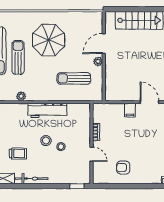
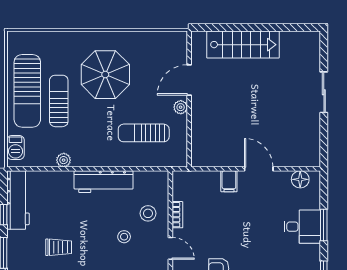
stool: (46, 141) -> (148, 213), moved

